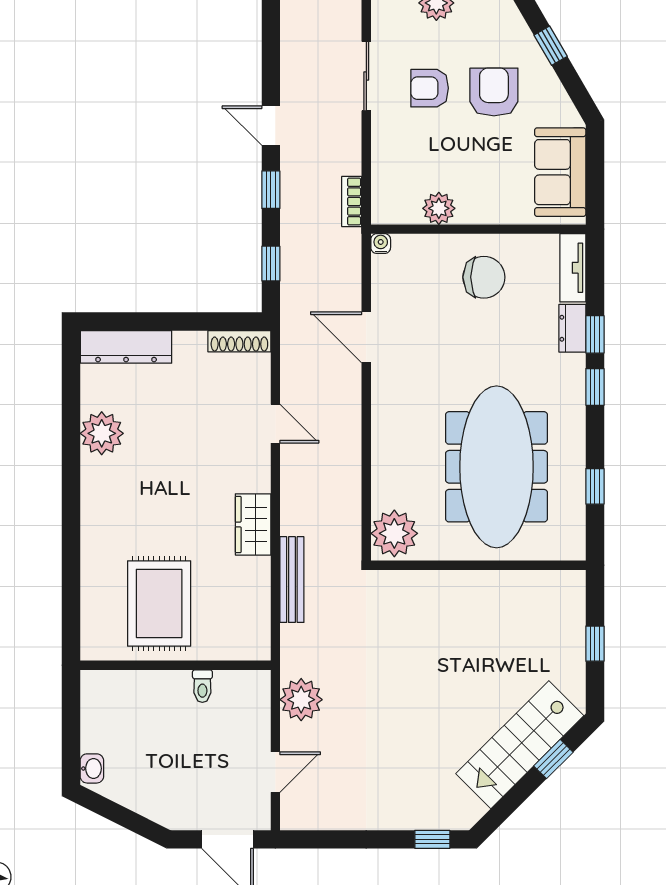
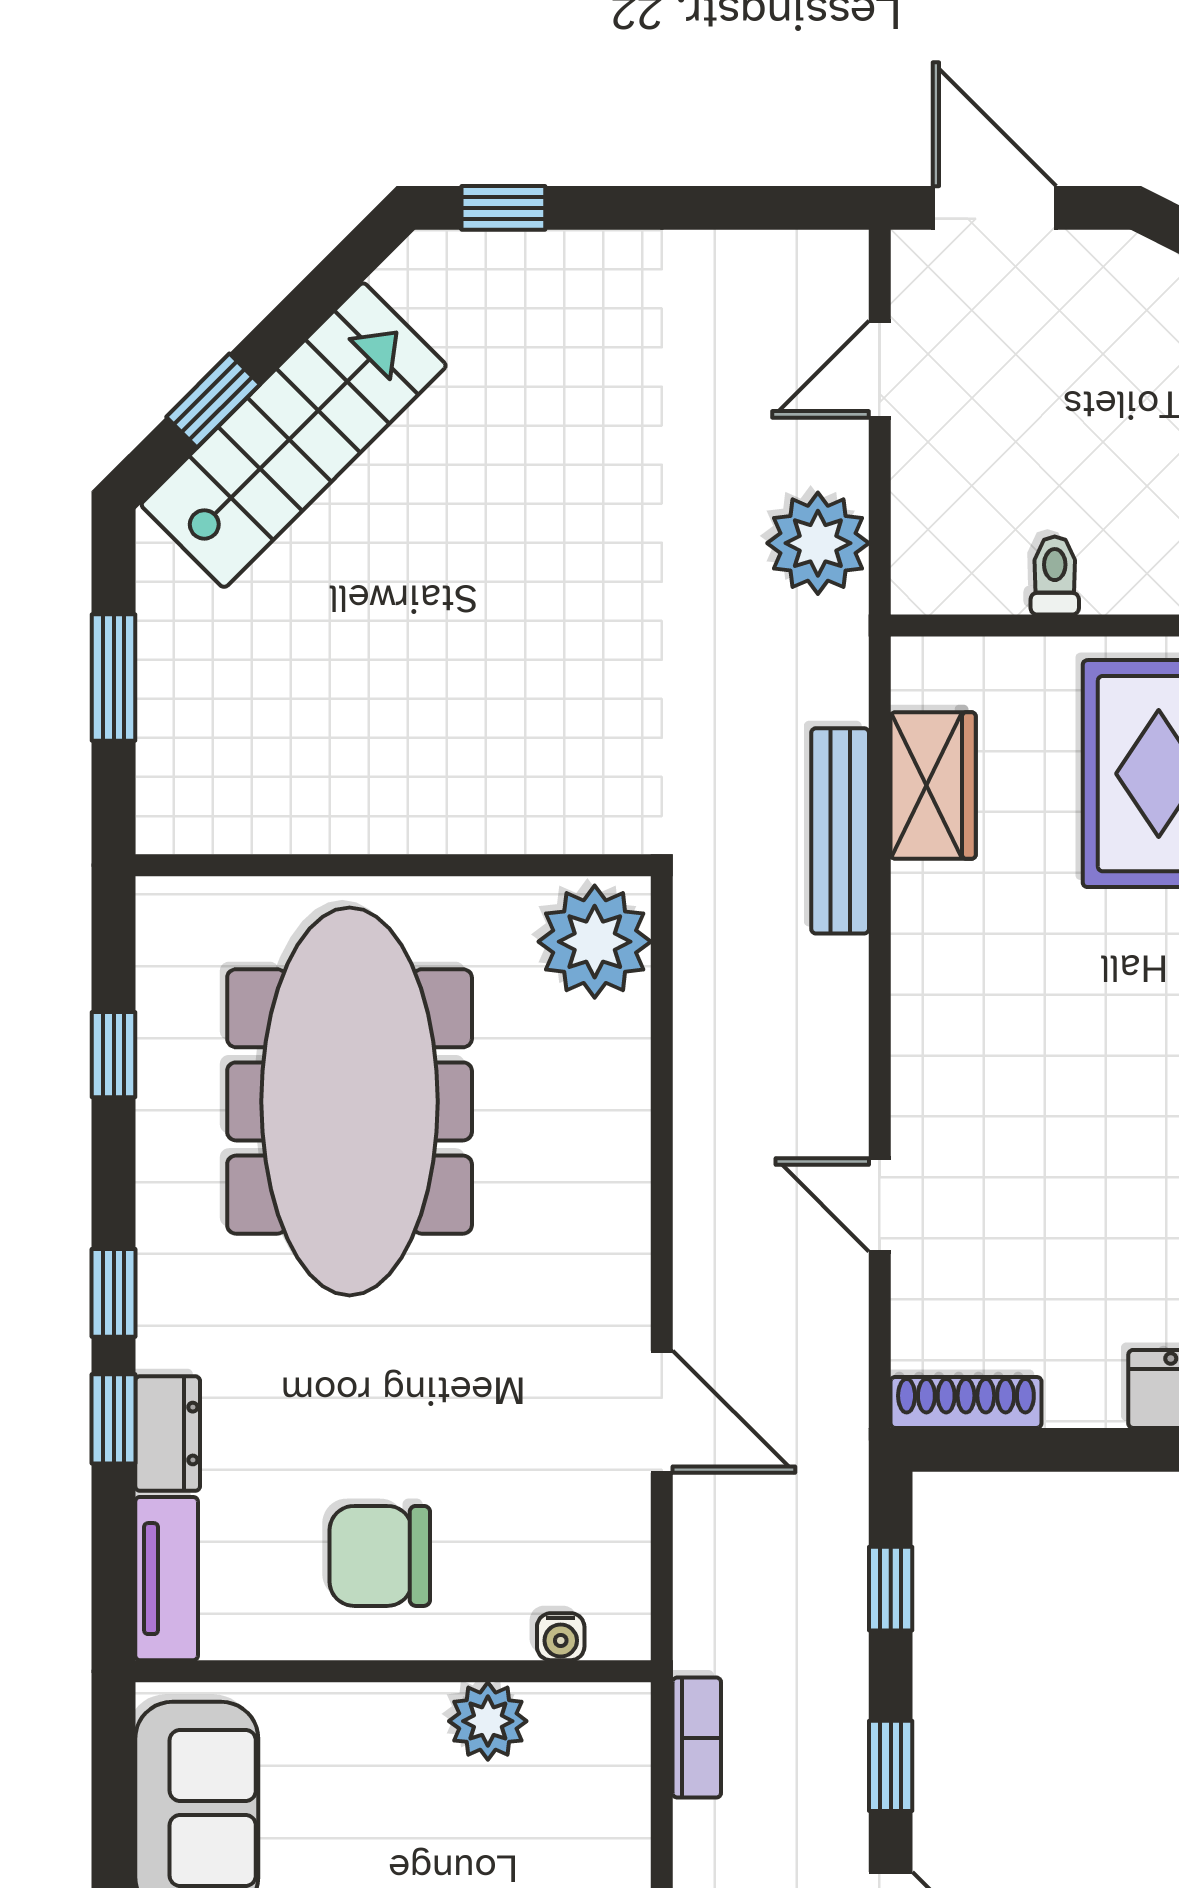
water cooler: (381, 244) -> (561, 1637), moved
wardrobe: (253, 524) -> (933, 786), moved
window: (595, 644) -> (114, 677), width x1.50

